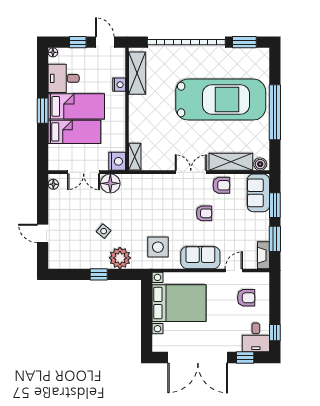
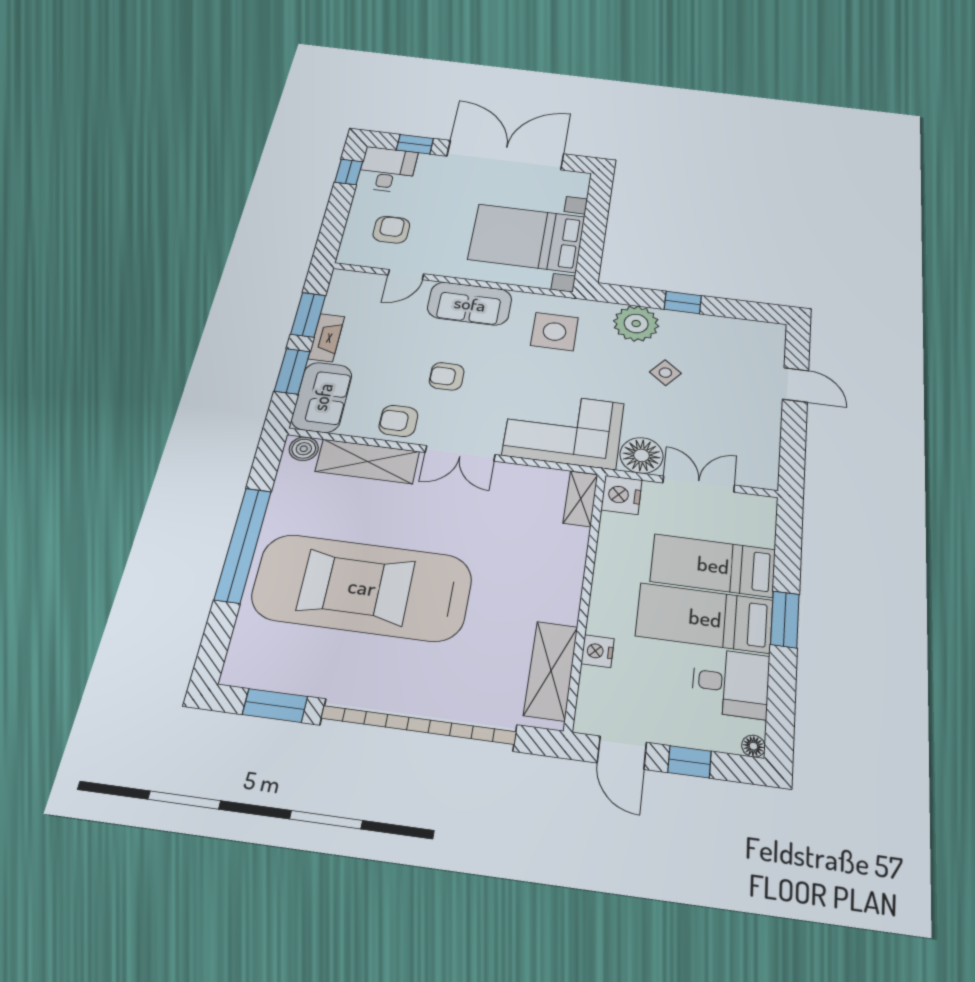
floor lamp: (53, 184) -> (768, 470), removed
corner sofa: (147, 192) -> (563, 429), added
fireplace: (264, 255) -> (326, 338), moved
armchair: (246, 298) -> (391, 230), turned 90

